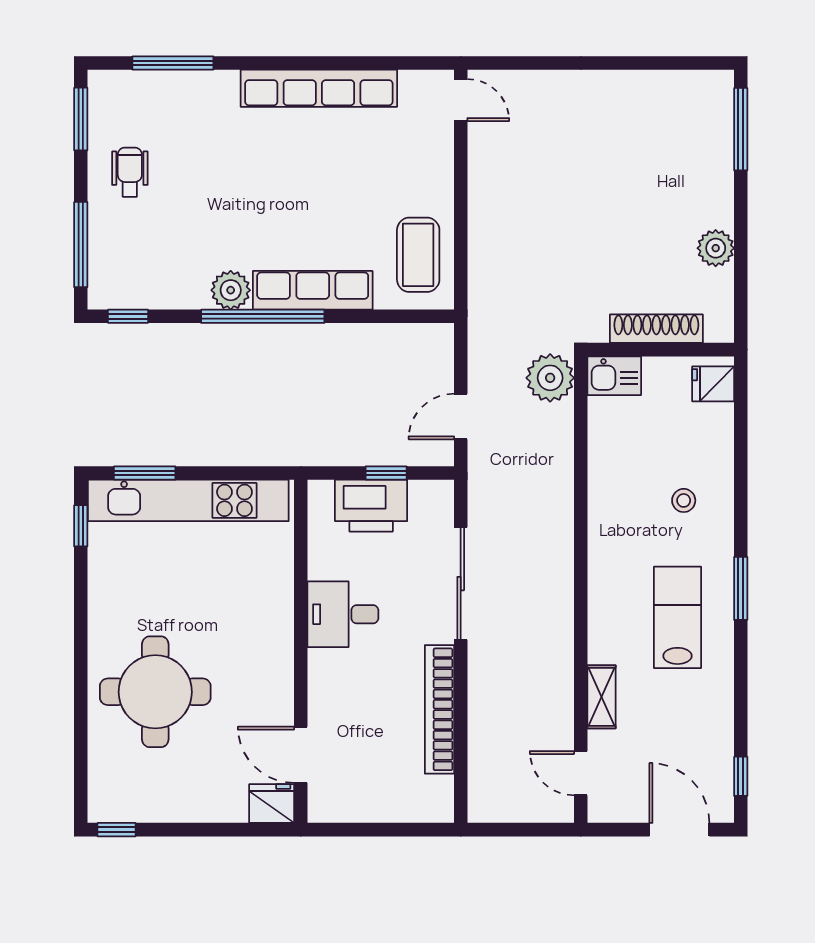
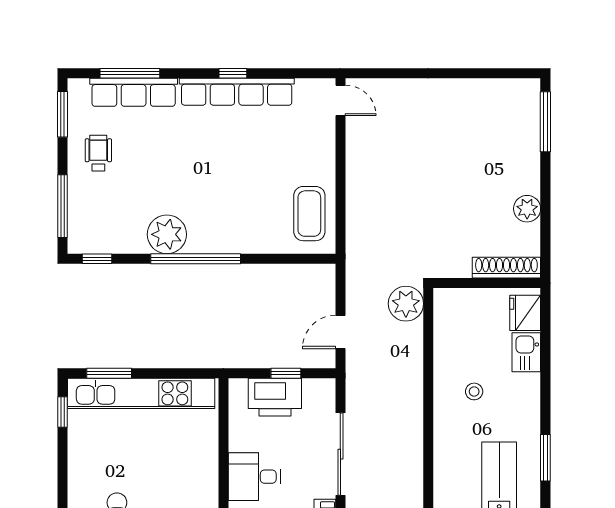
window: (314, 63) -> (233, 73), added
plant: (231, 290) -> (167, 234), width x1.36, depth x1.36
row of seats: (313, 290) -> (134, 92), moved, turned 180
shoe rack: (656, 329) -> (506, 268), moved
kitchen sink: (614, 376) -> (526, 352), moved, turned 90
fridge: (713, 384) -> (525, 313), width x1.38
stool: (684, 500) -> (474, 391), moved

